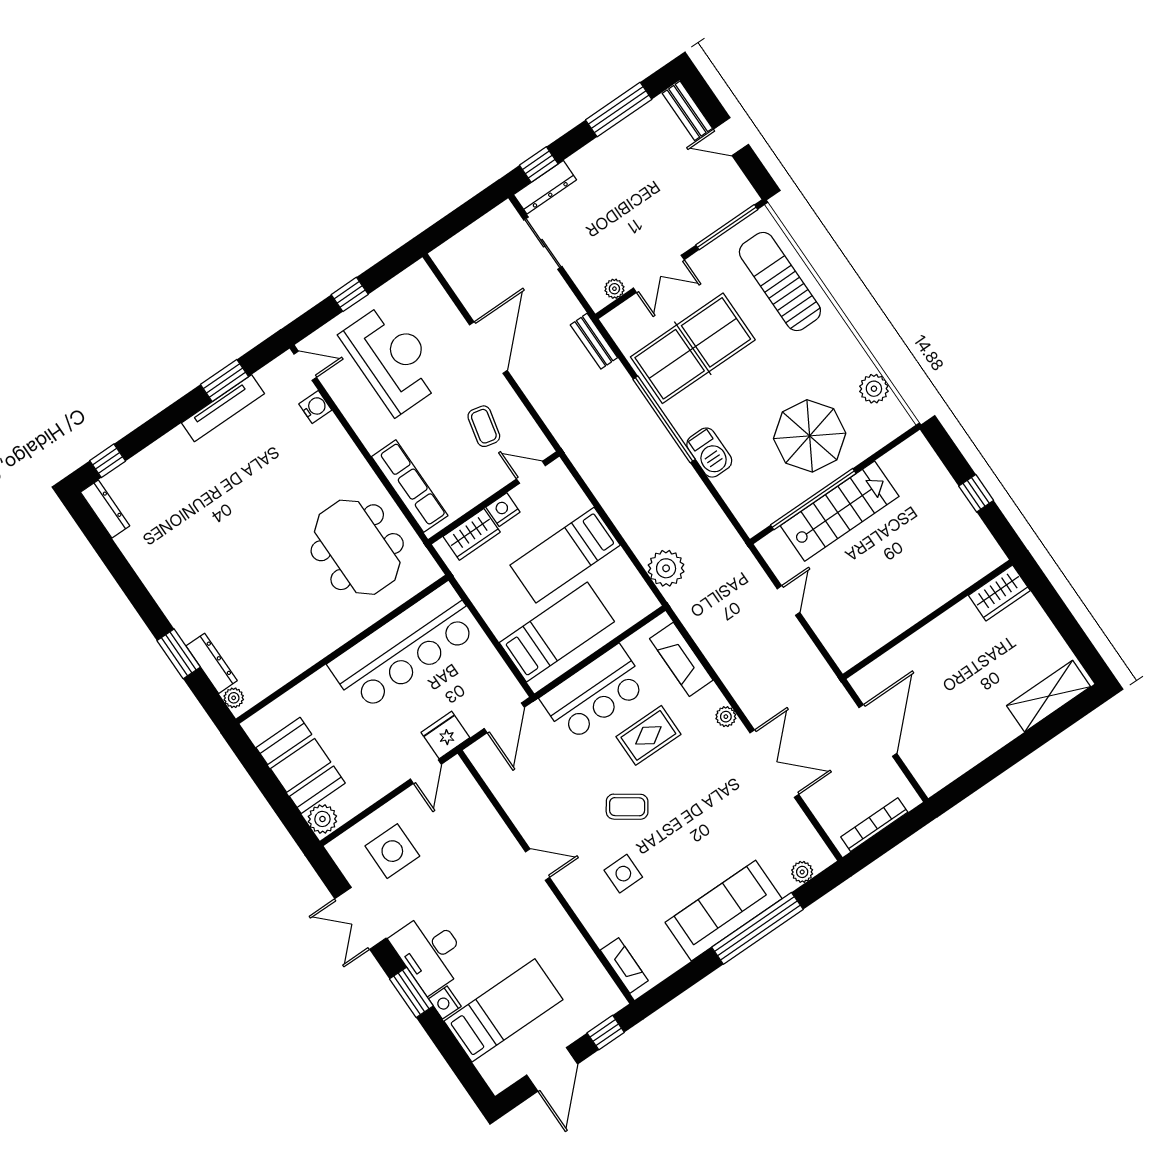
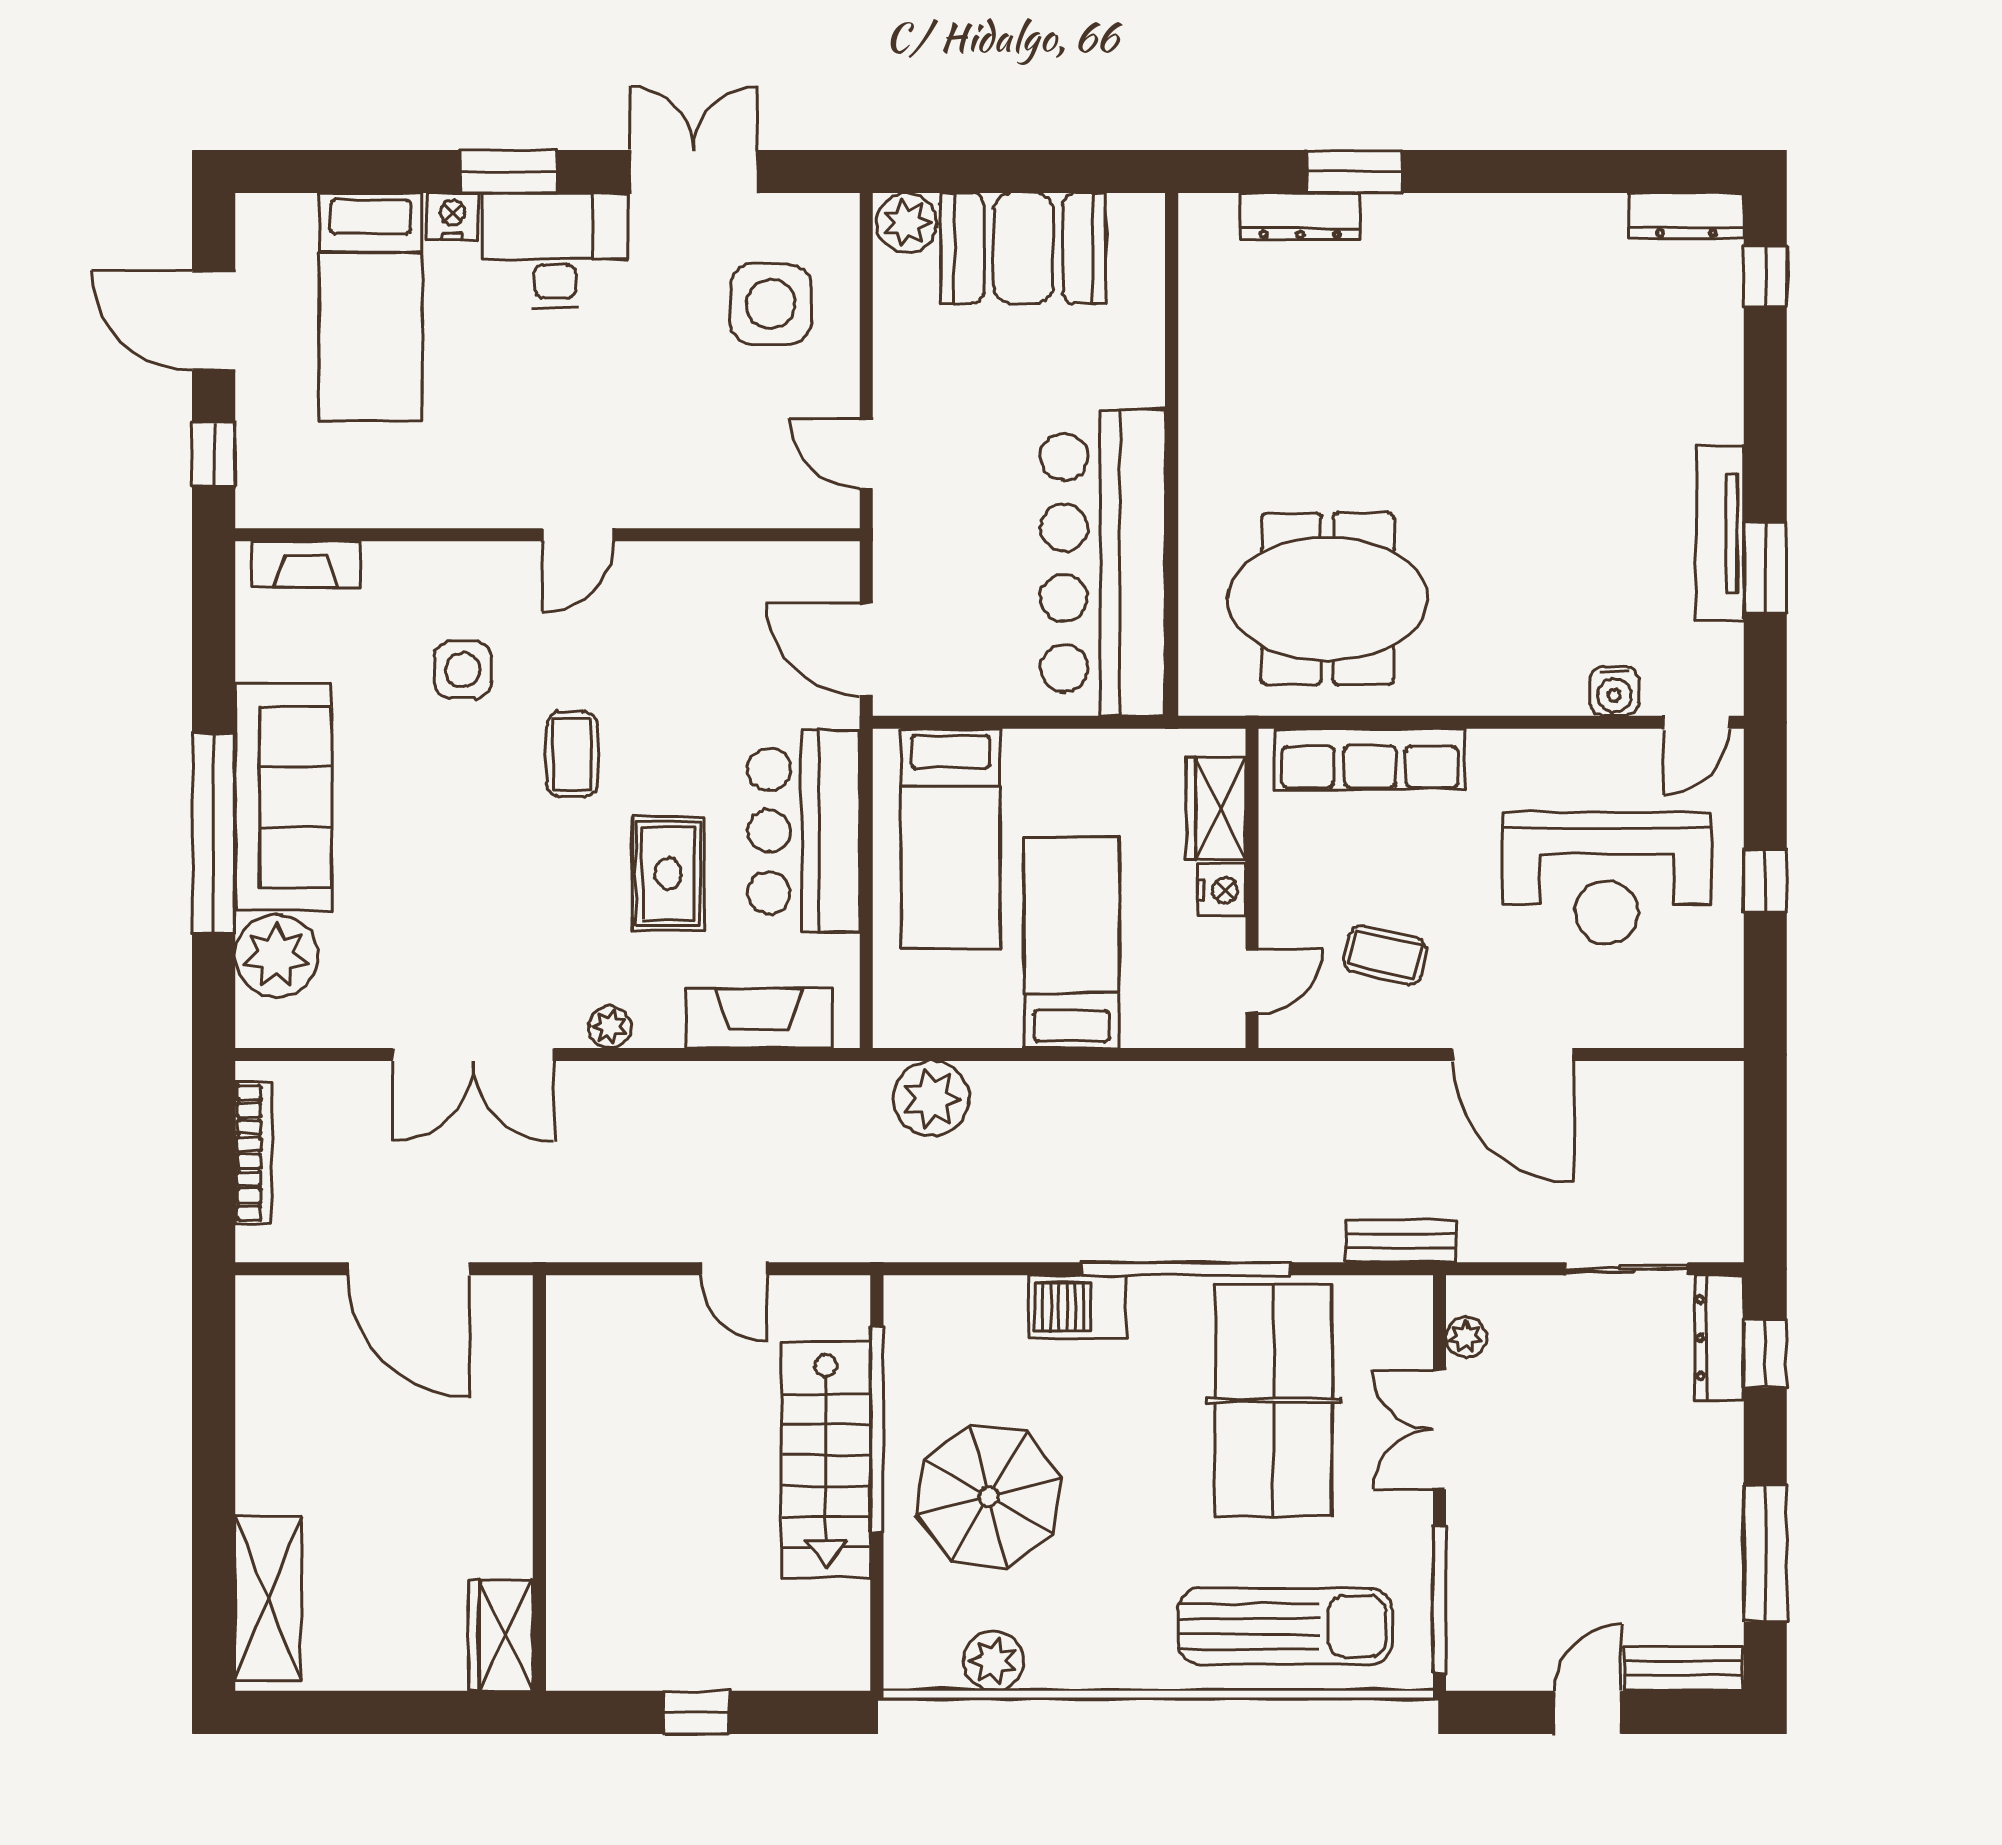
plant: (234, 698) -> (1216, 214), removed
fridge: (445, 735) -> (906, 530), removed
coffee table: (627, 807) -> (572, 754), turned -35
plant: (802, 872) -> (276, 956), width x1.87, depth x1.87

